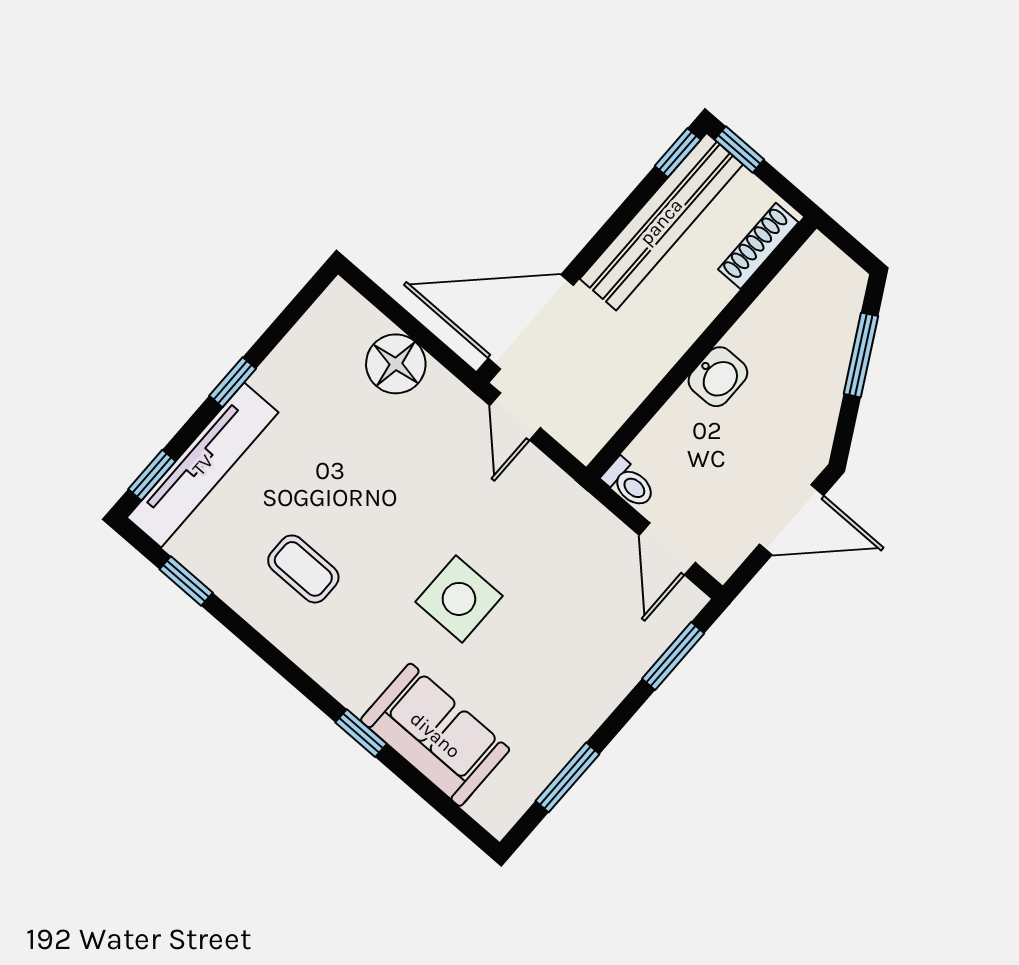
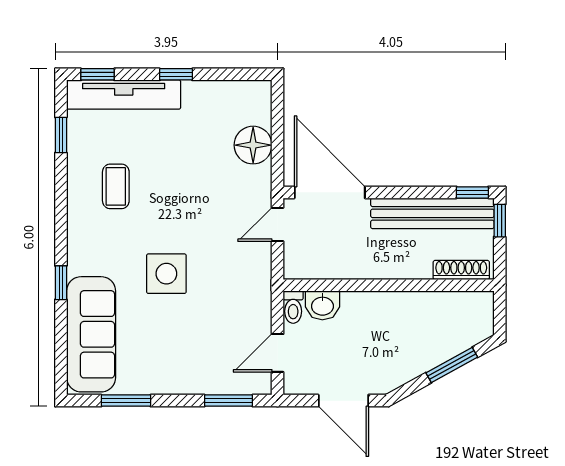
washbasin: (718, 377) -> (322, 305), moved
sofa: (435, 735) -> (91, 334), width x1.36

